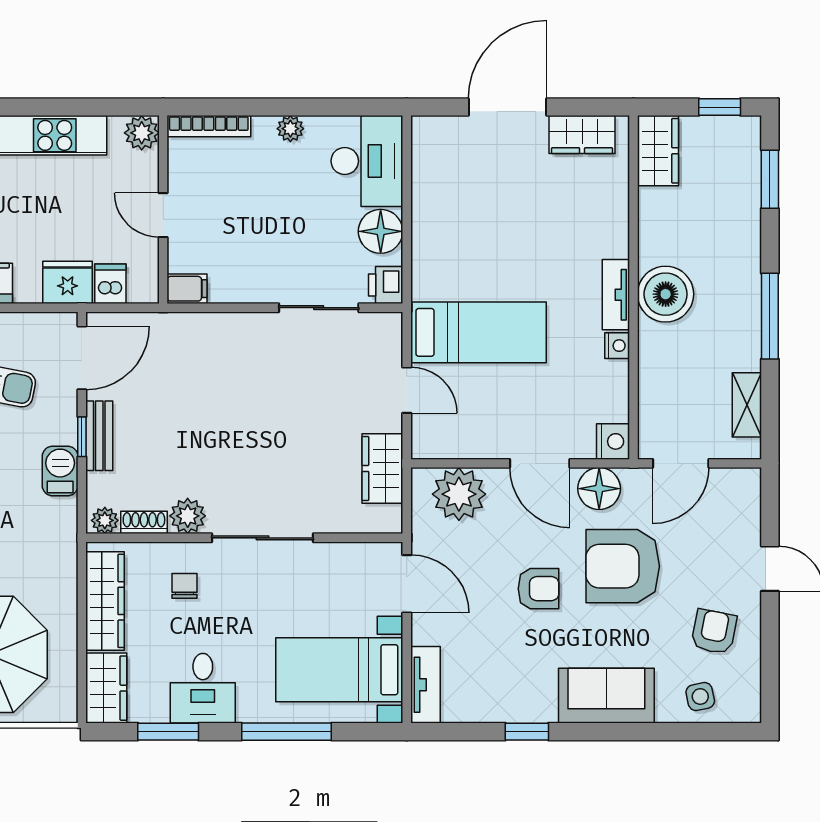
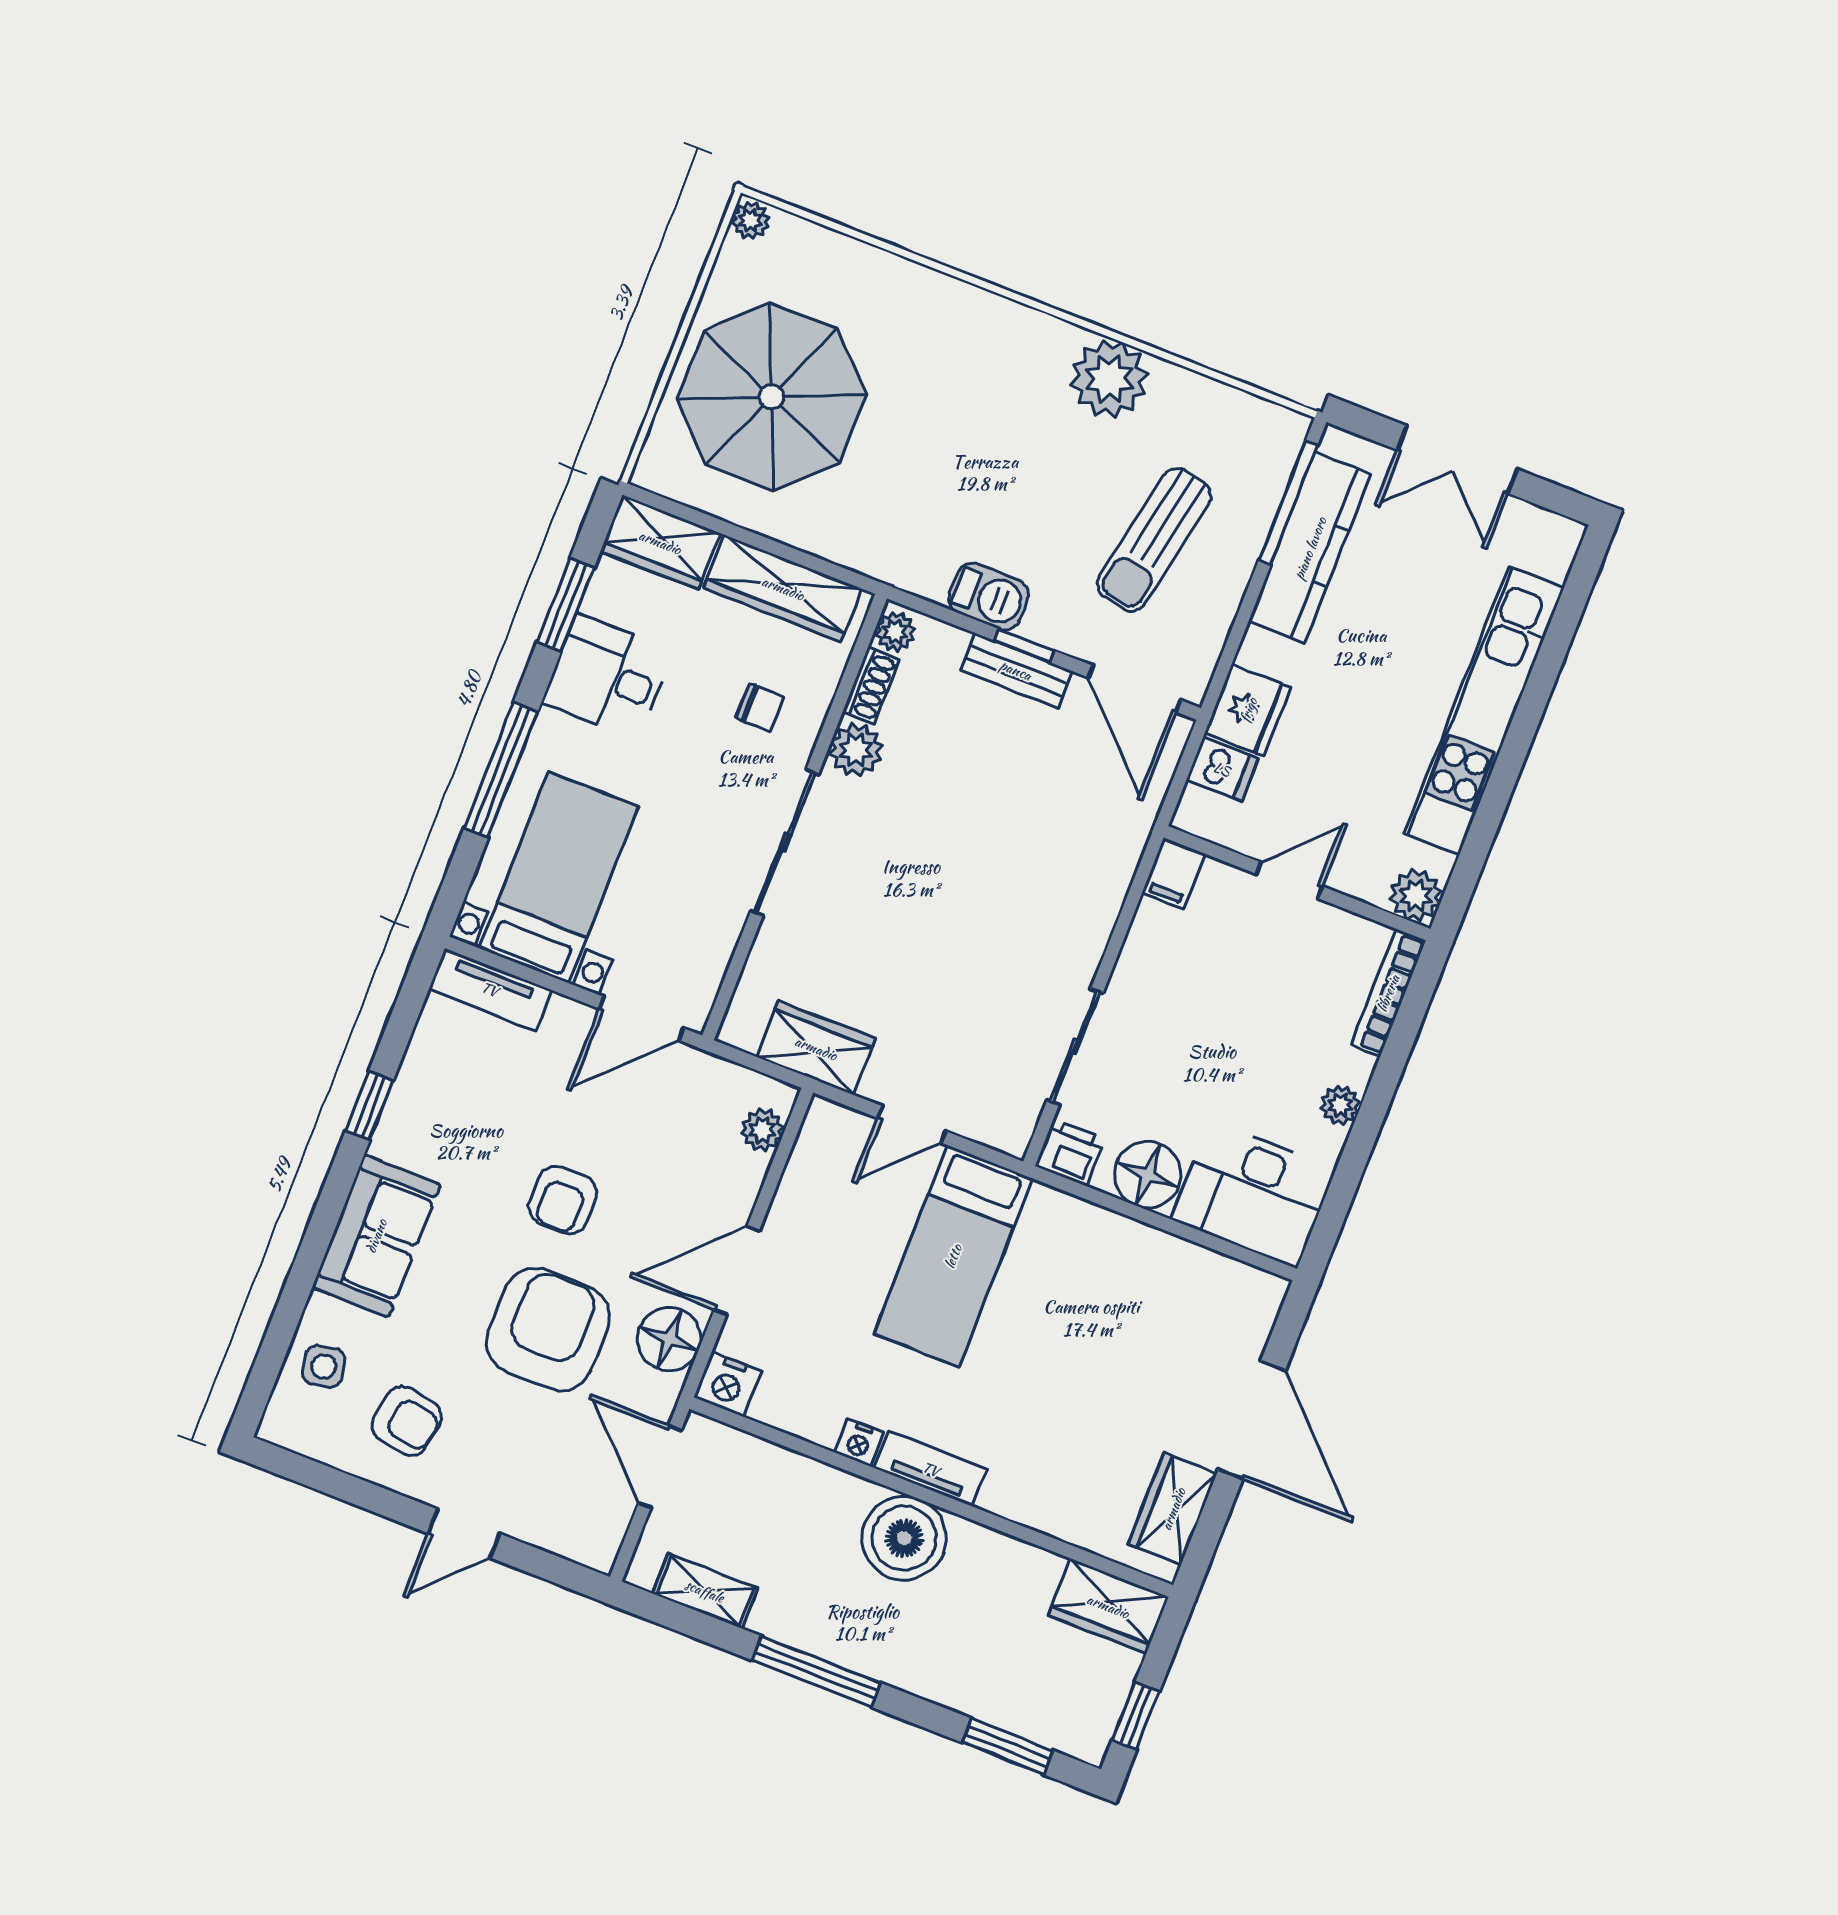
plant: (459, 494) -> (762, 1130), width x0.53, depth x0.53

